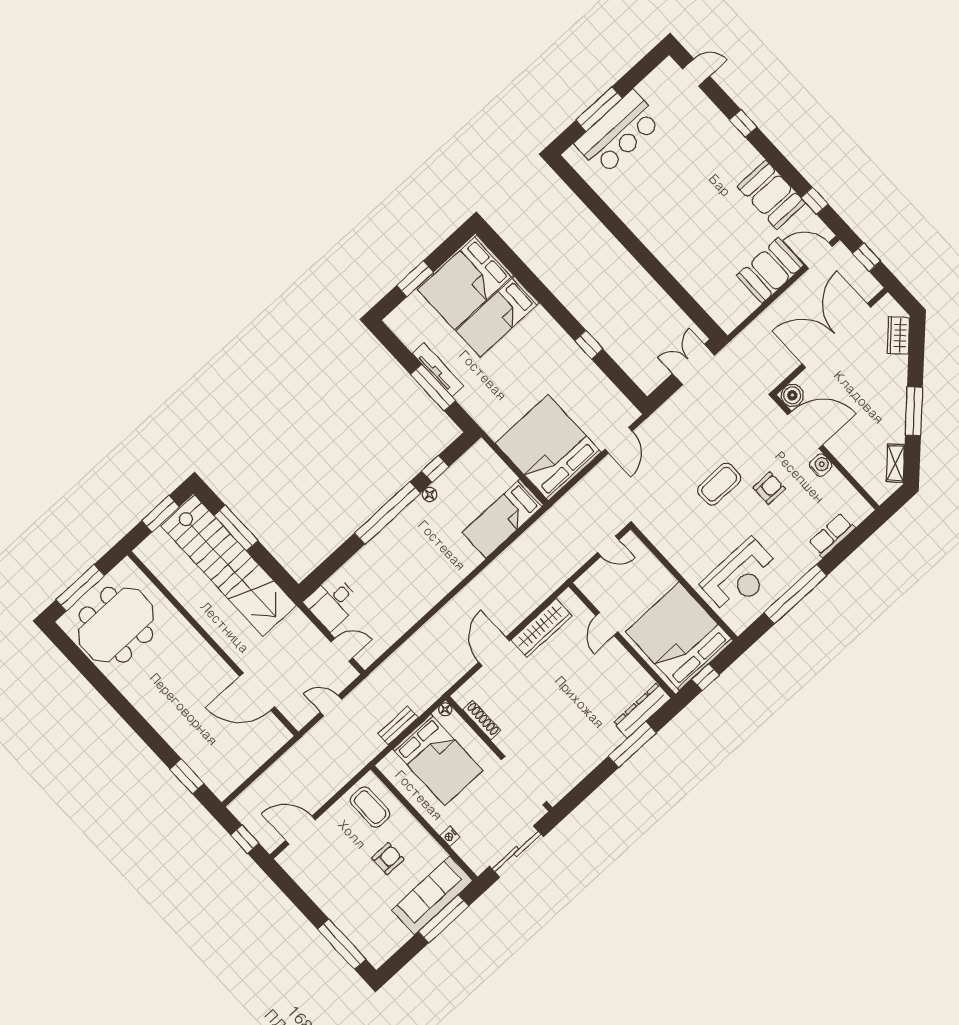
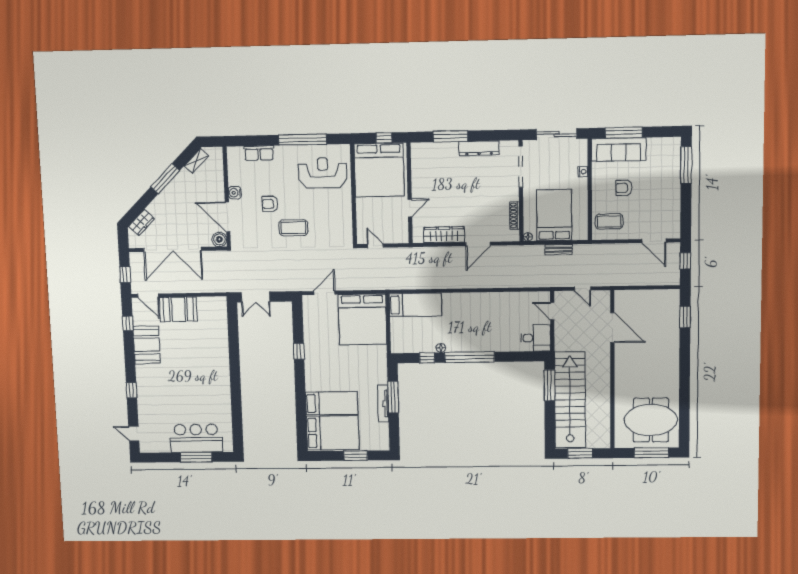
window: (236, 528) -> (550, 385), moved
dresser: (642, 710) -> (479, 148), moved
coffee table: (370, 807) -> (609, 221), turned 90

